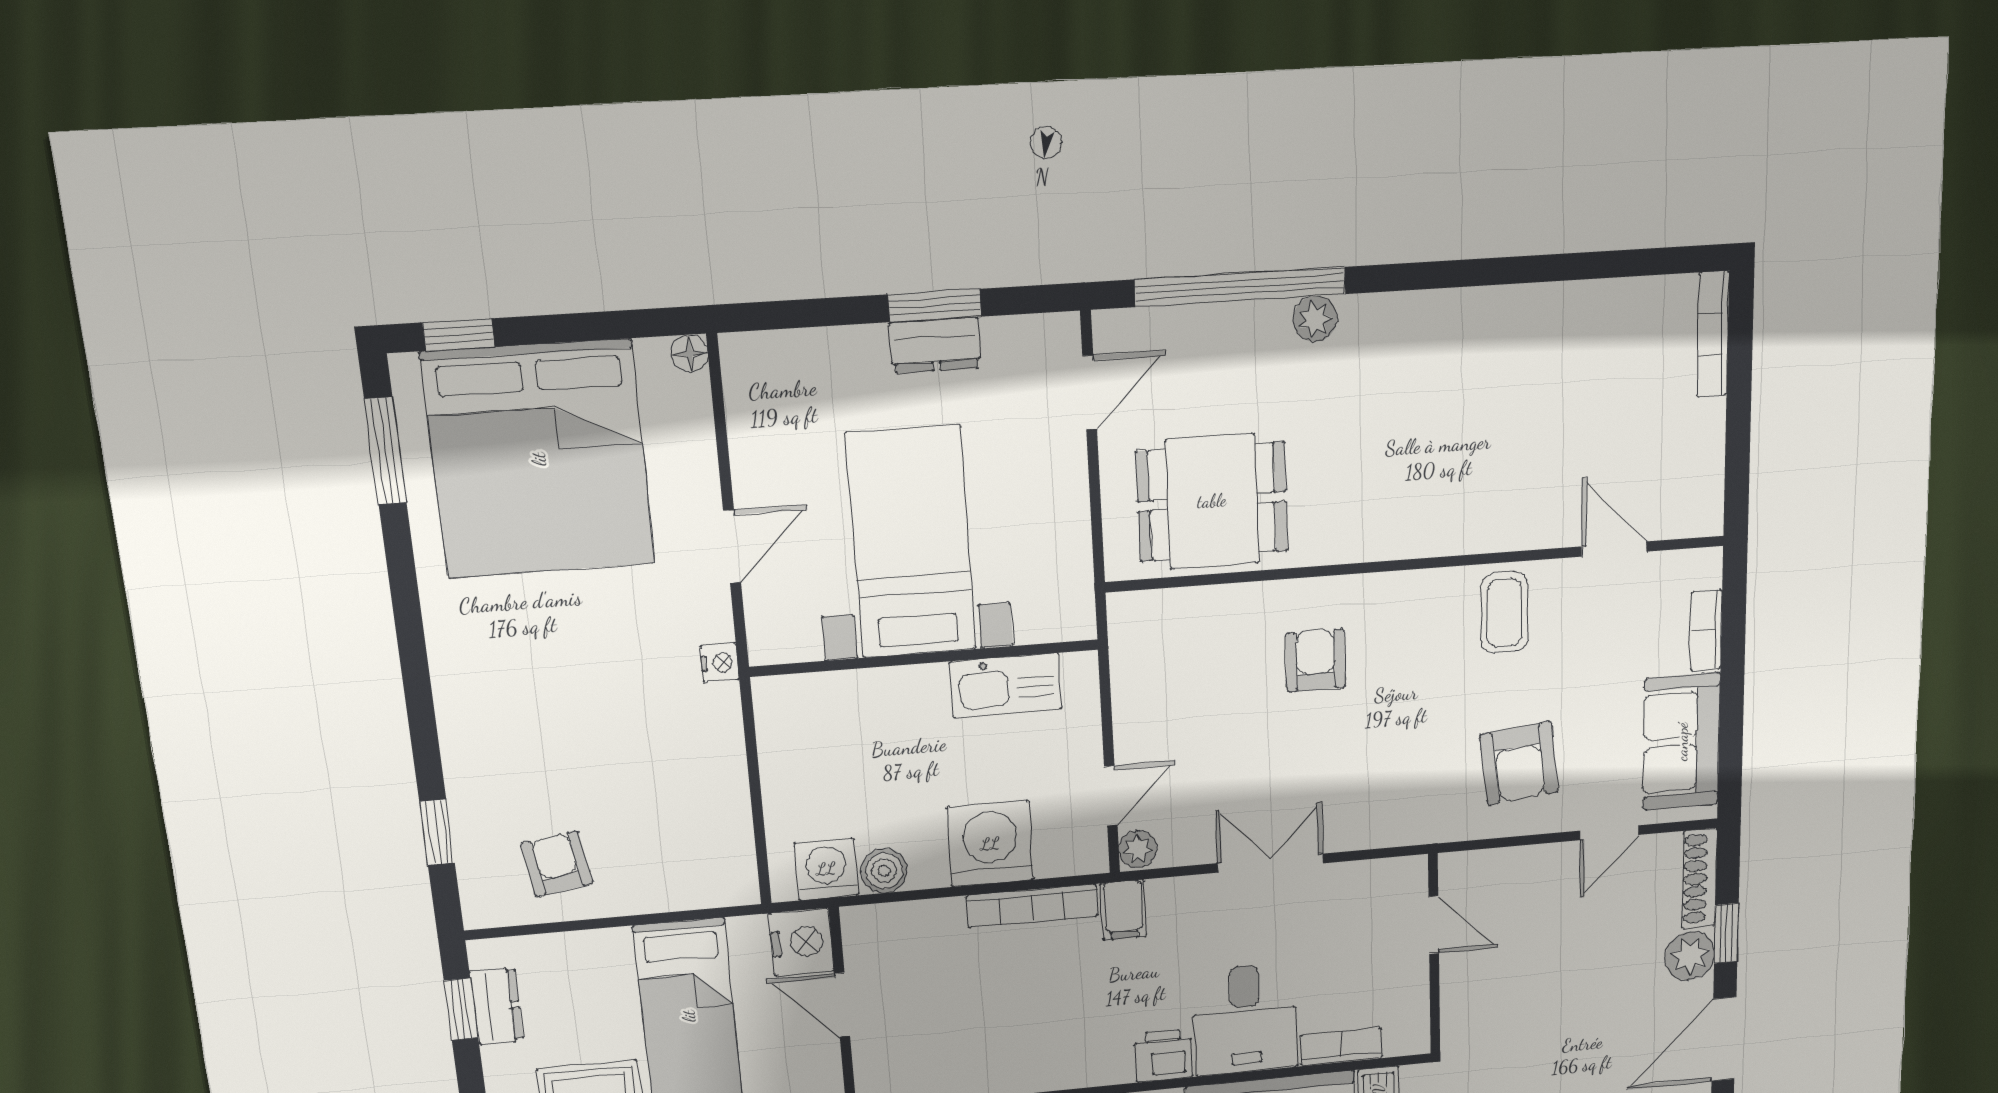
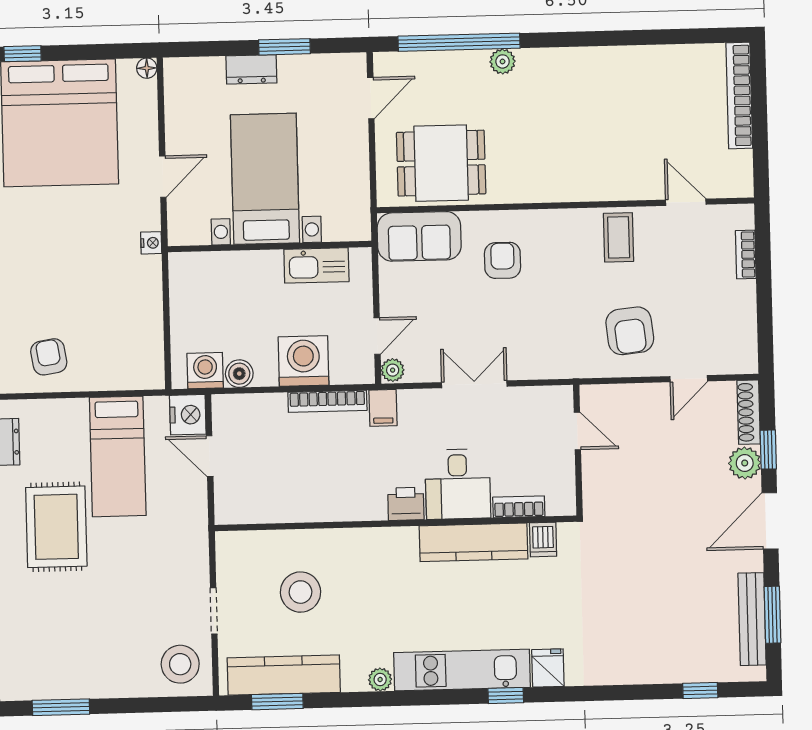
bookcase: (1713, 334) -> (739, 96), width x1.48, depth x1.31
dresser: (935, 345) -> (251, 69), moved
sofa: (1682, 742) -> (419, 236), moved, turned -90

